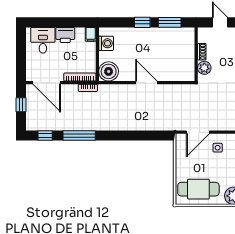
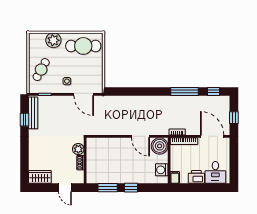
door: (146, 83) -> (140, 136), moved
door: (198, 132) -> (84, 94), swing flipped

